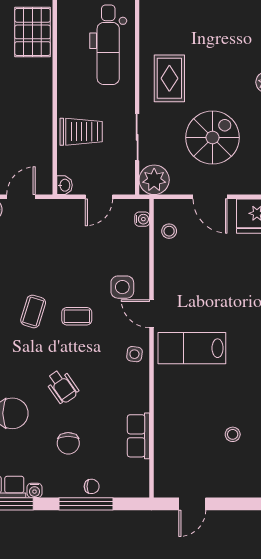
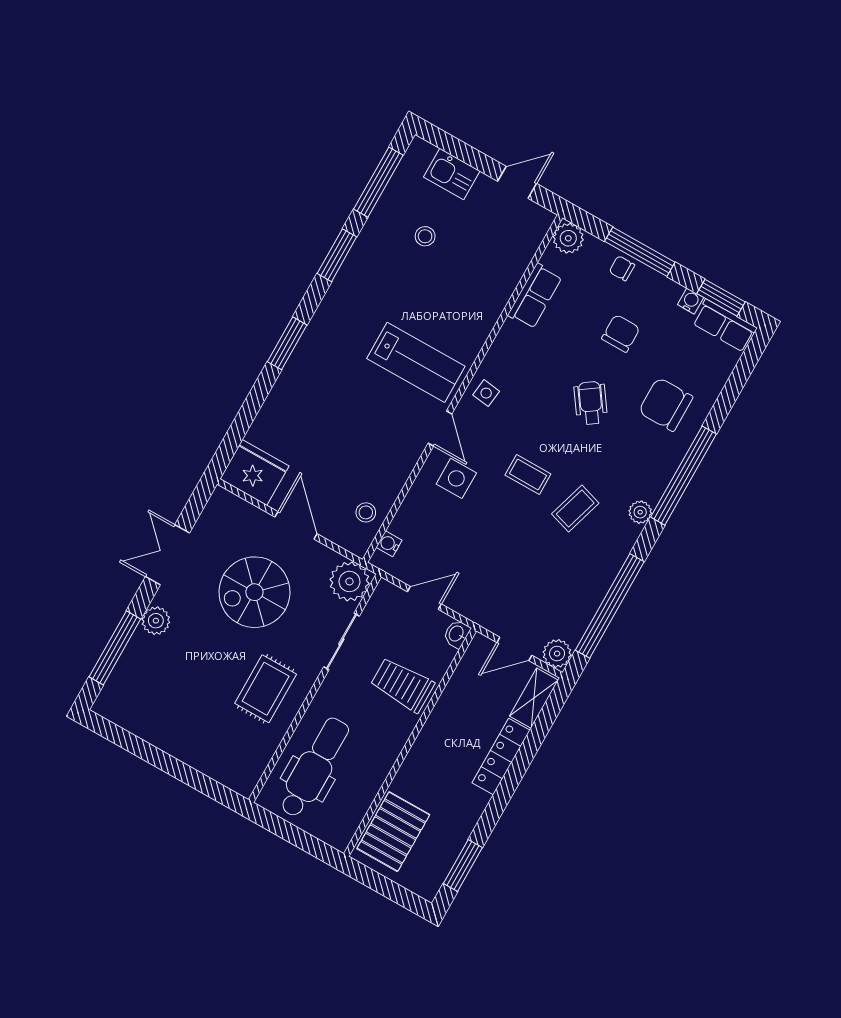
kitchen sink: (238, 485) -> (452, 174), added
plant: (138, 486) -> (568, 238), added

